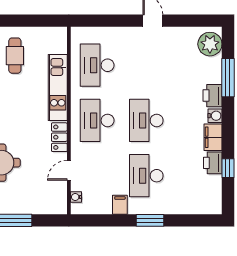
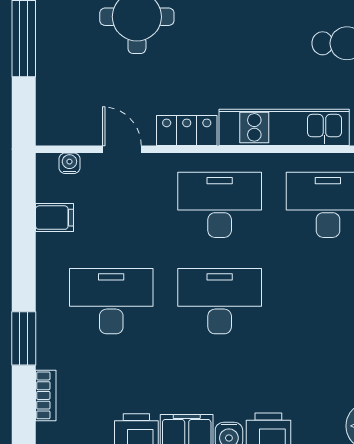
filing cabinet: (120, 205) -> (54, 218), moved
bookcase: (194, 209) -> (46, 395), added
window: (150, 220) -> (24, 338), moved

